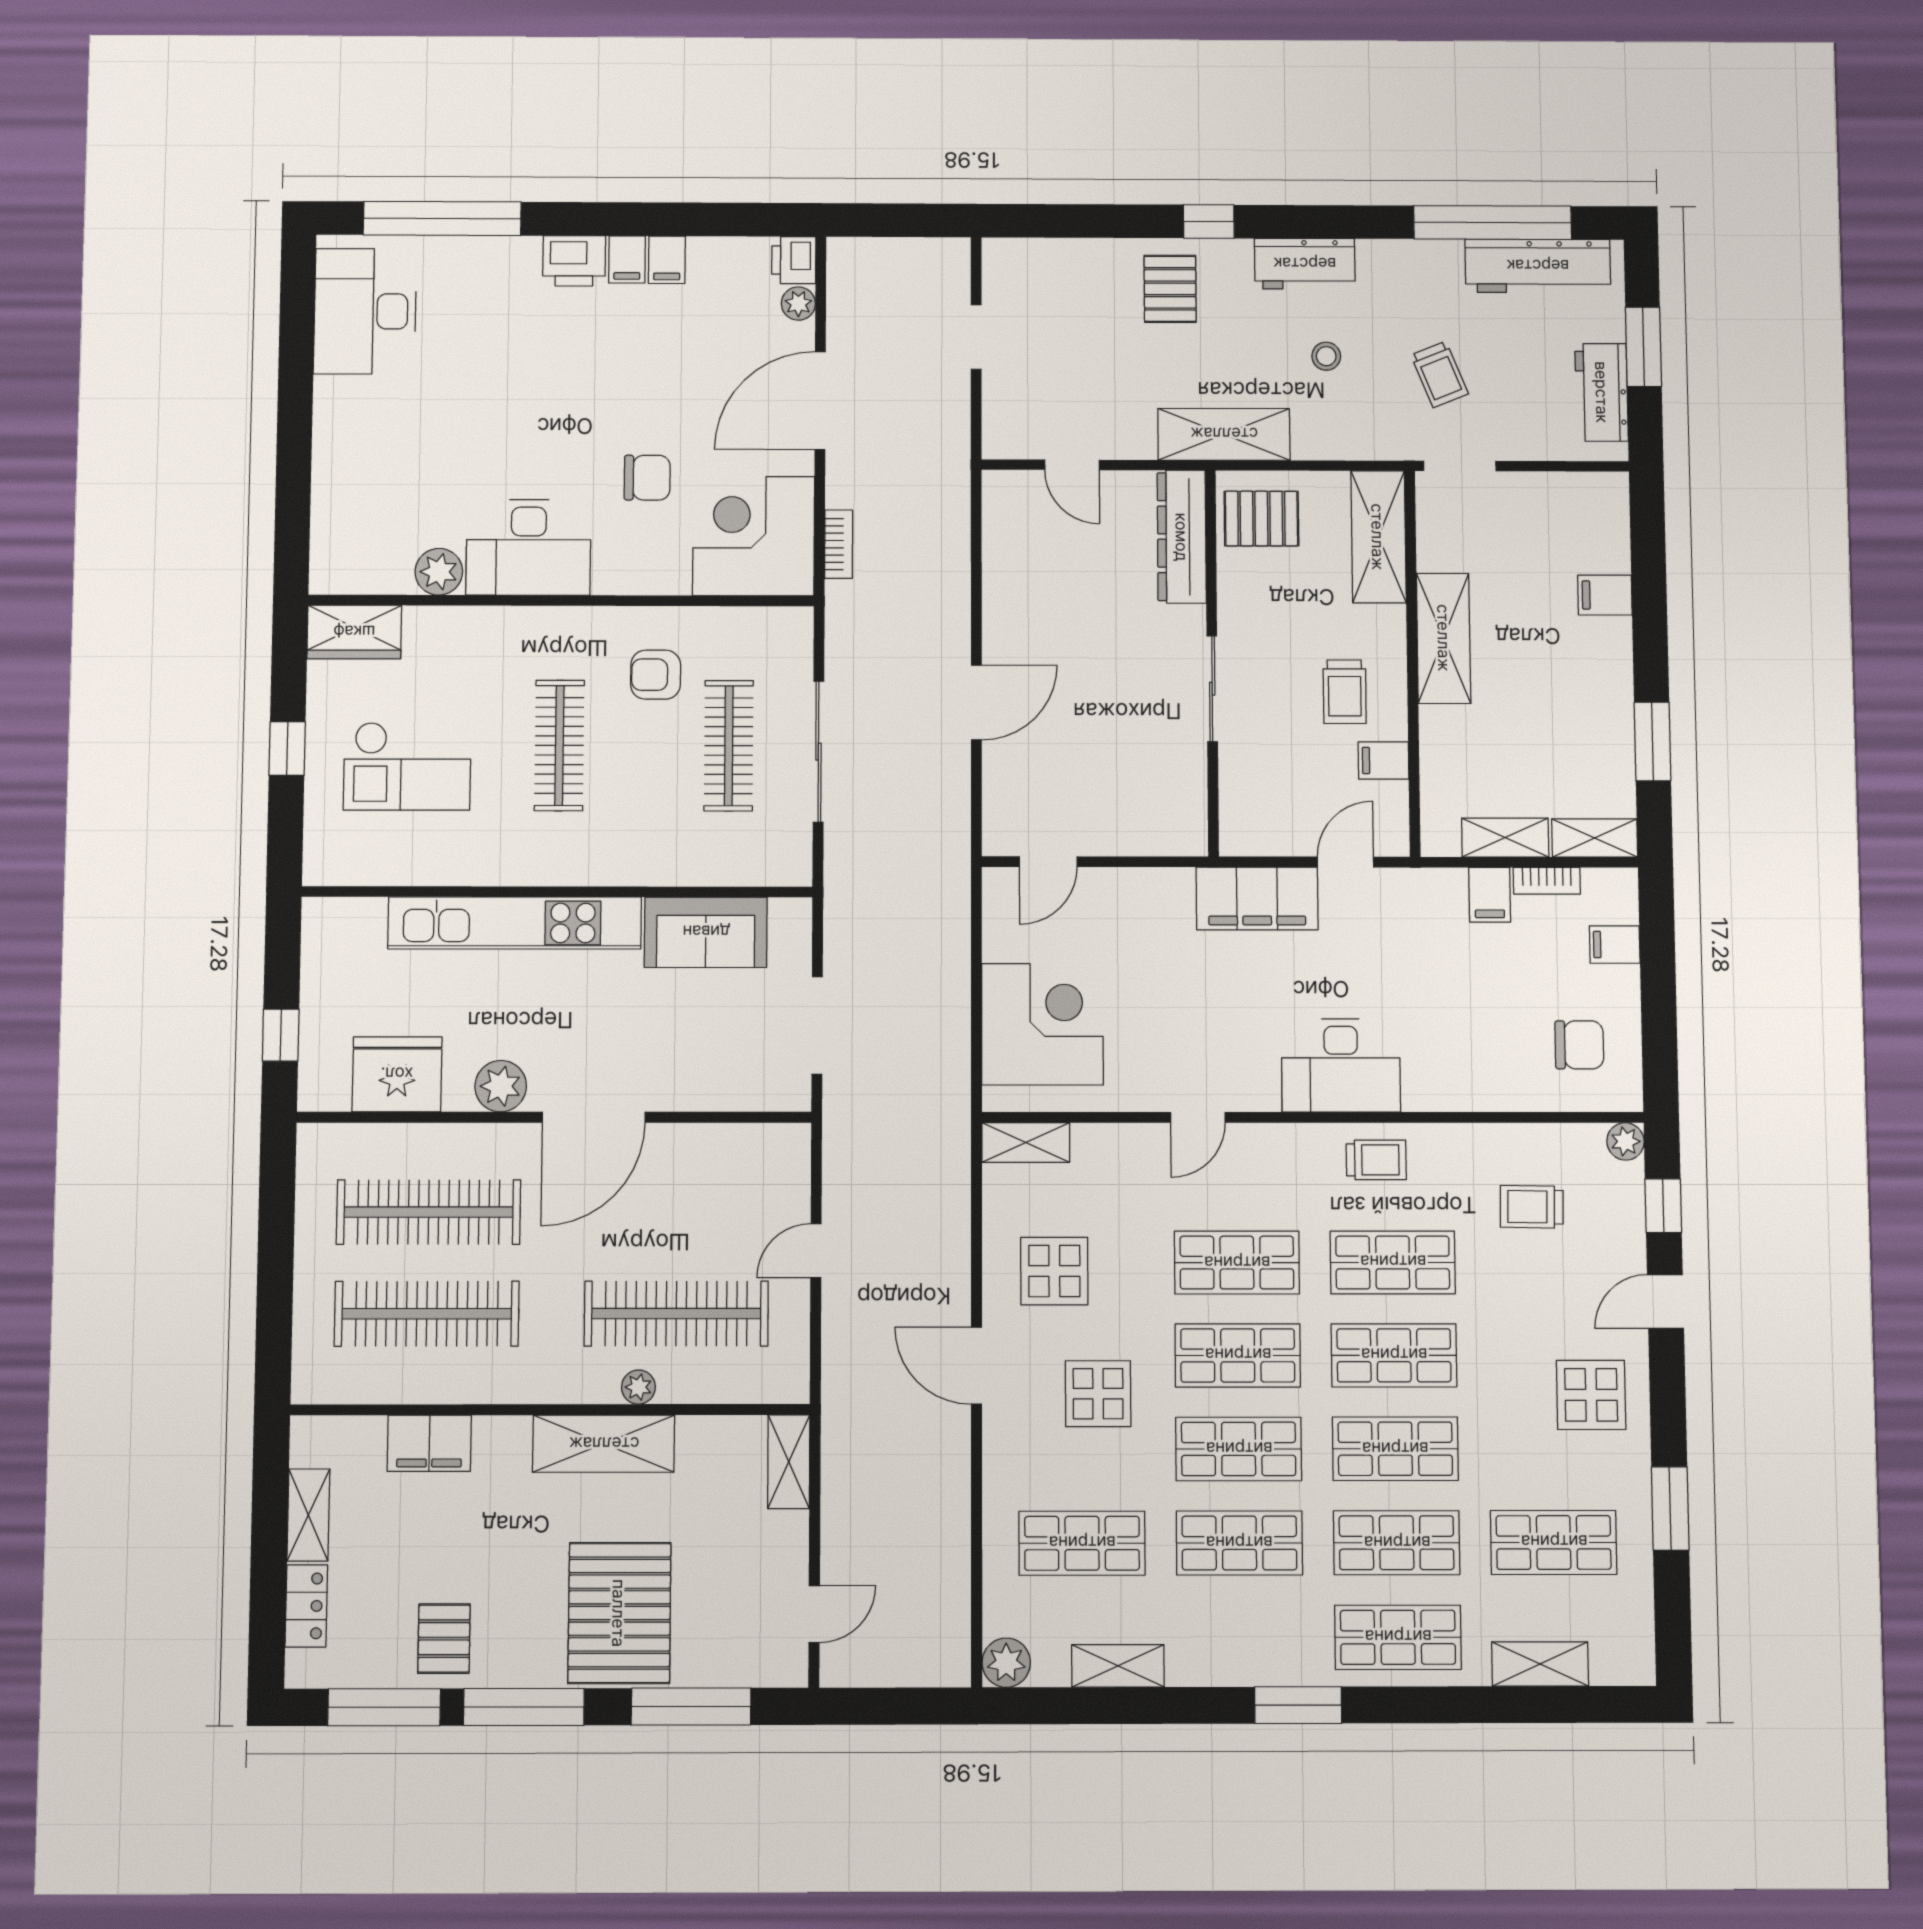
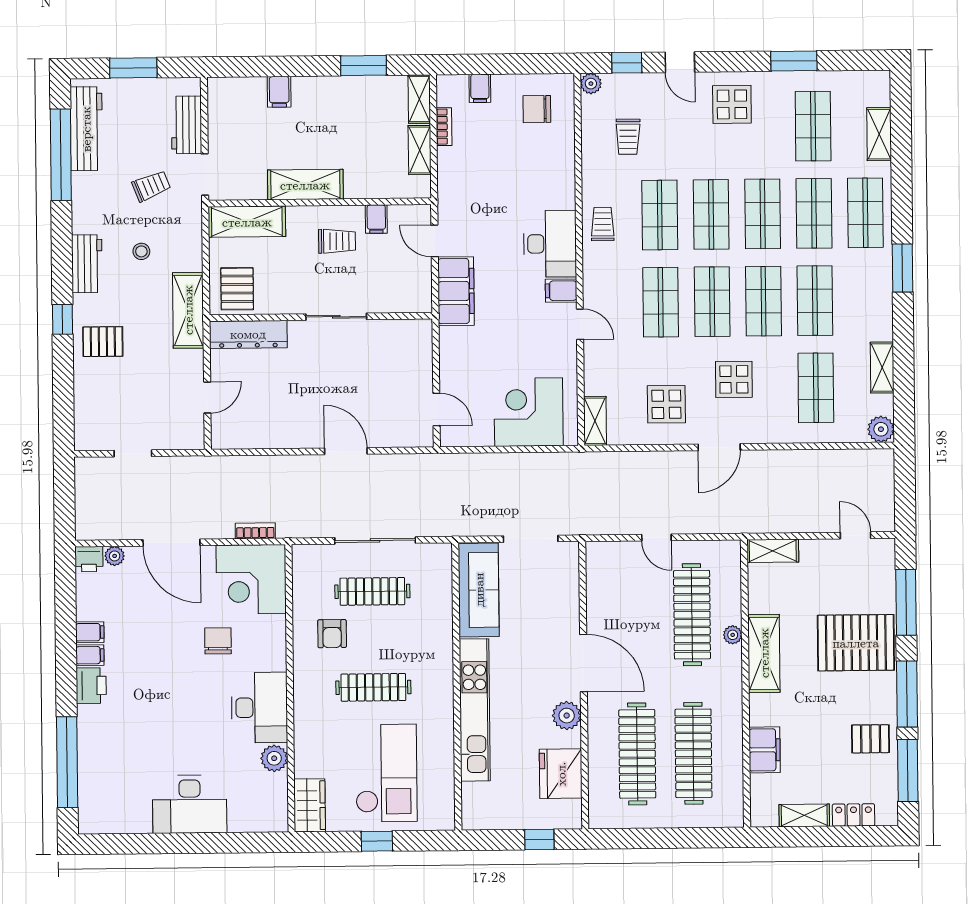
desk: (365, 311) -> (190, 804), moved
workbench: (1602, 392) -> (187, 125), moved, turned 90
checkout: (407, 766) -> (386, 773), width x1.36, depth x1.21
filing cabinet: (1490, 895) -> (561, 291), moved, turned 180
sofa: (706, 932) -> (479, 590), width x1.36
chair: (1579, 1045) -> (537, 109), turned -90

